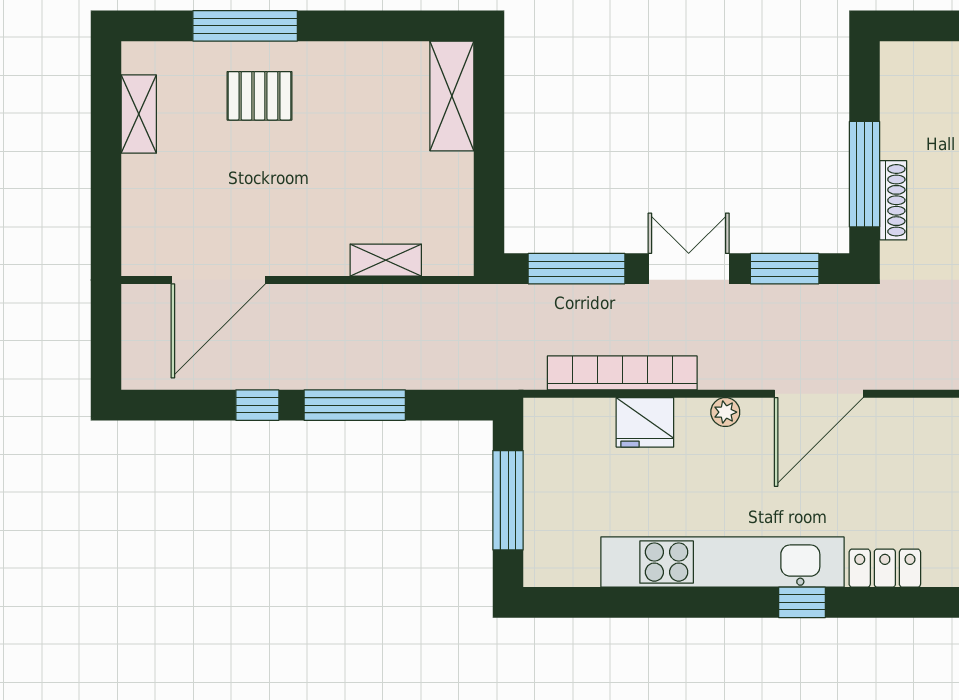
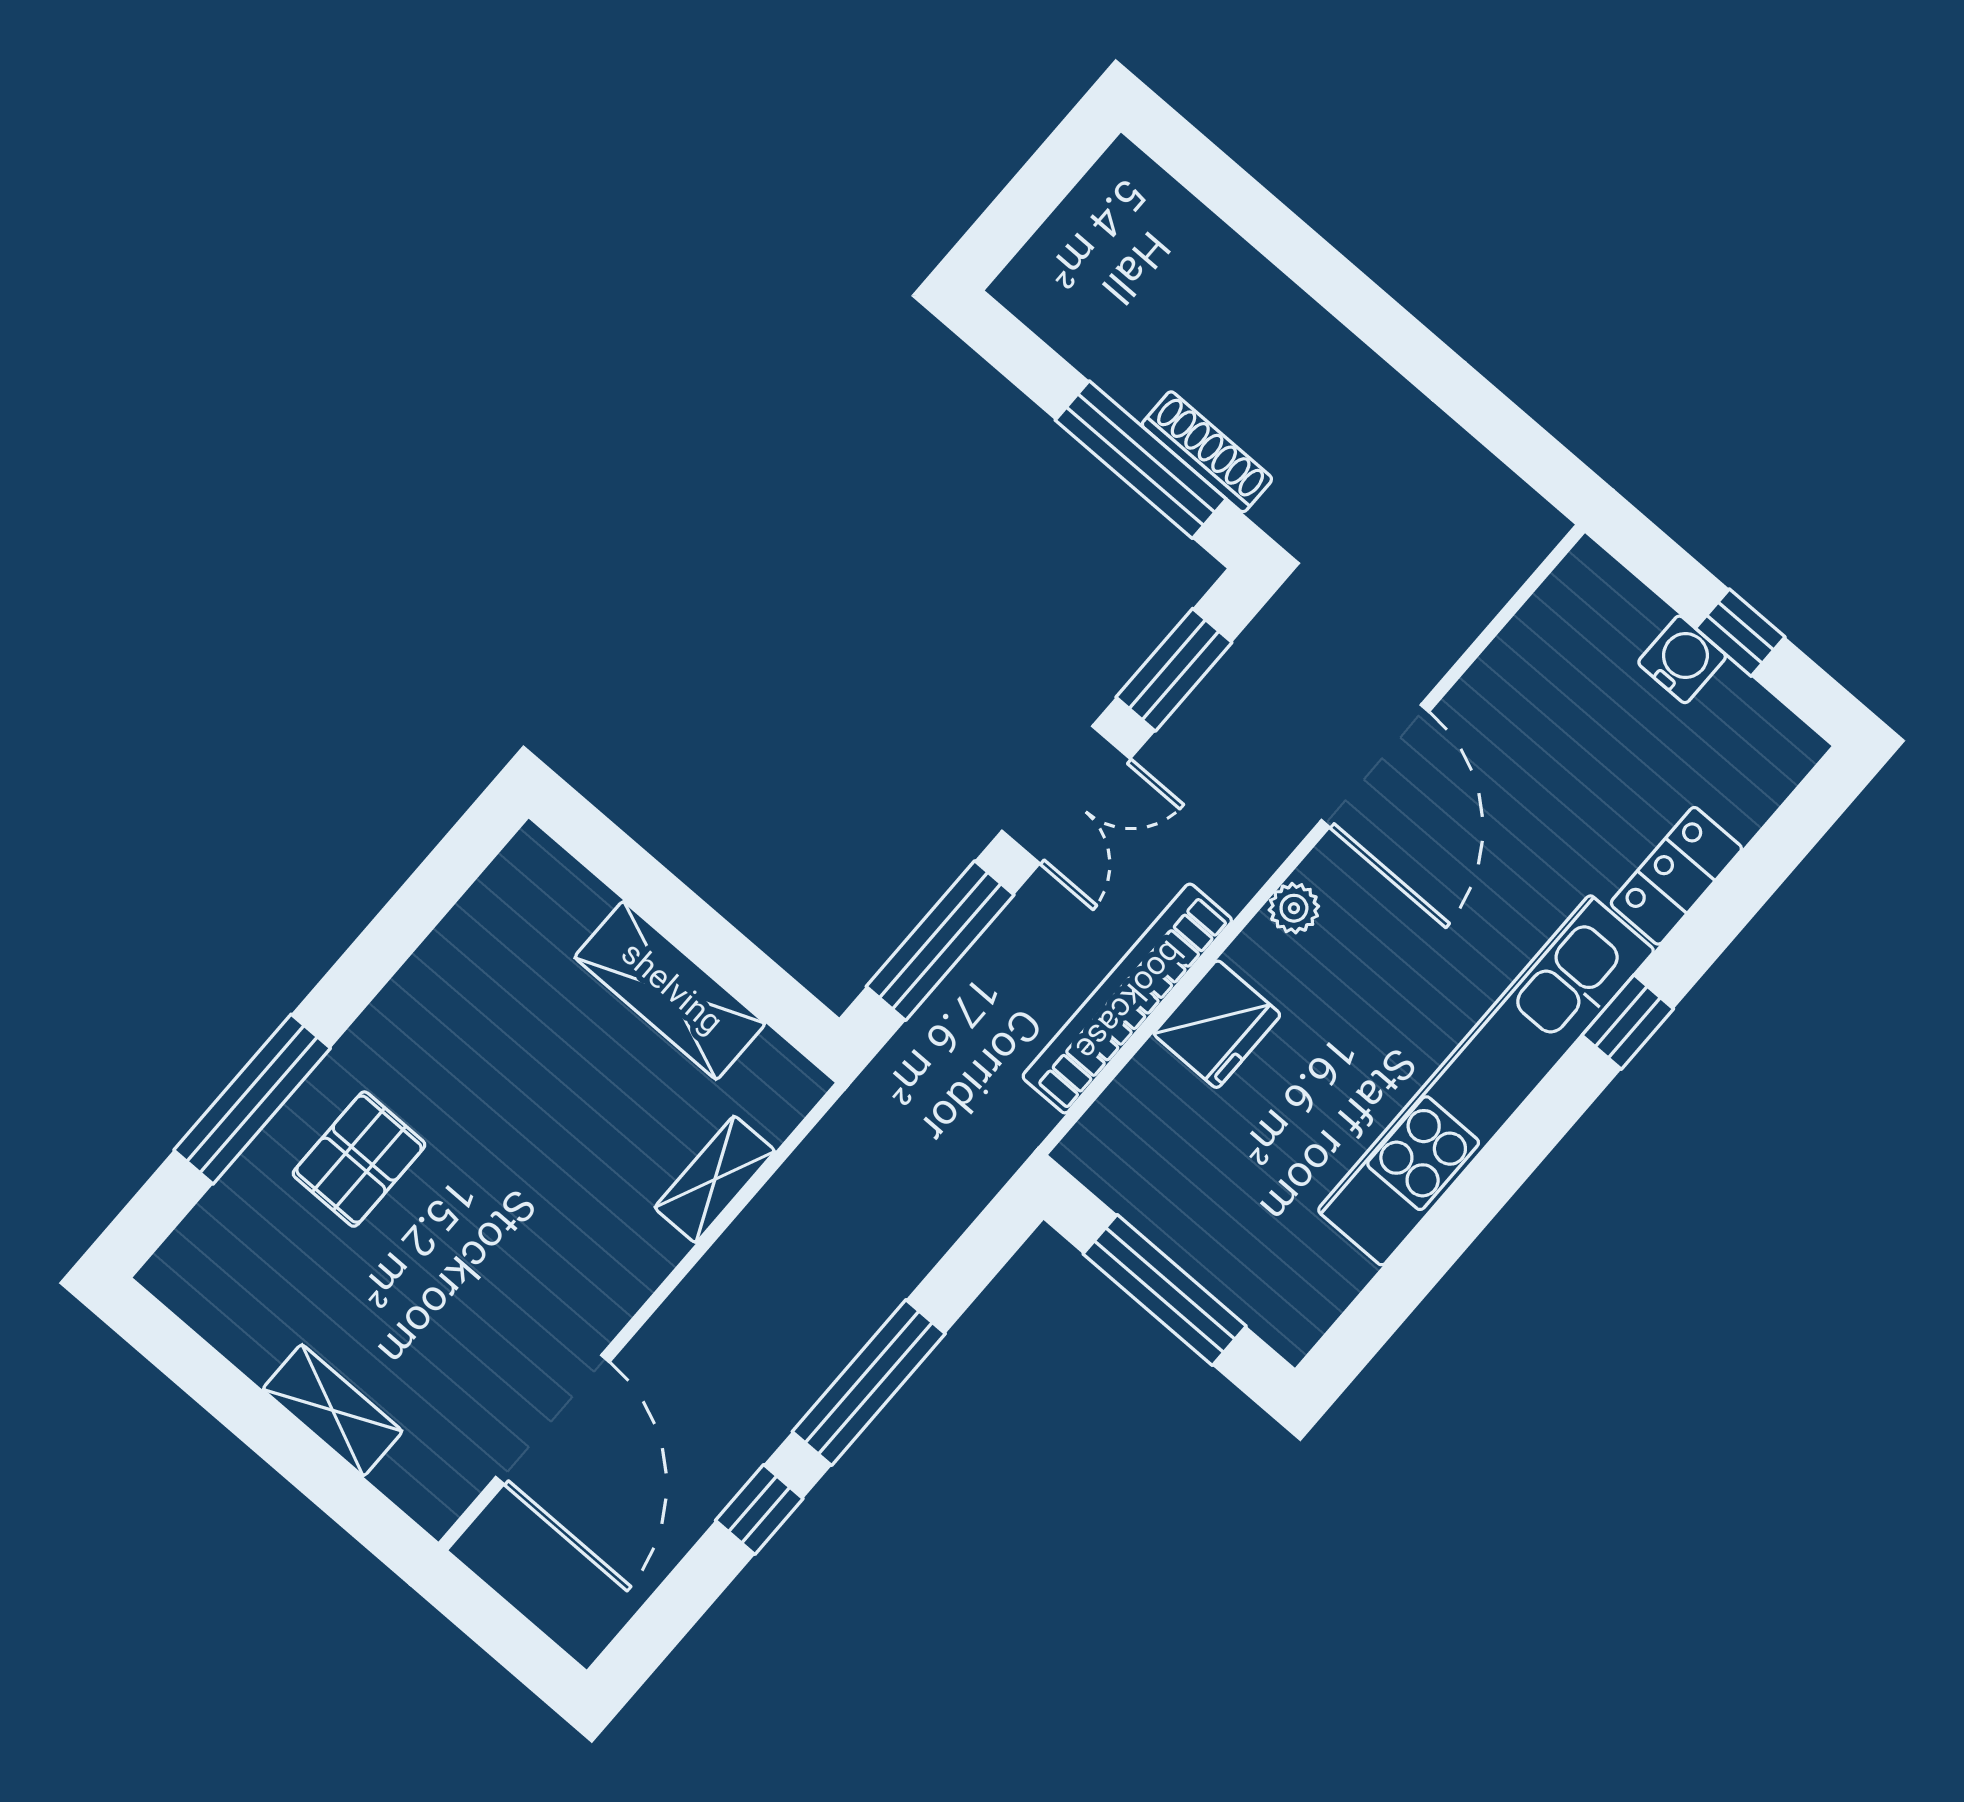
shelving: (452, 96) -> (670, 990), moved
shelving: (139, 114) -> (332, 1410), moved
double door: (689, 269) -> (1066, 795), swing flipped

